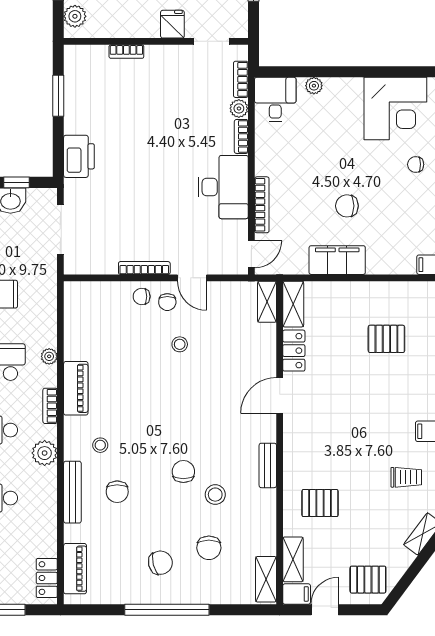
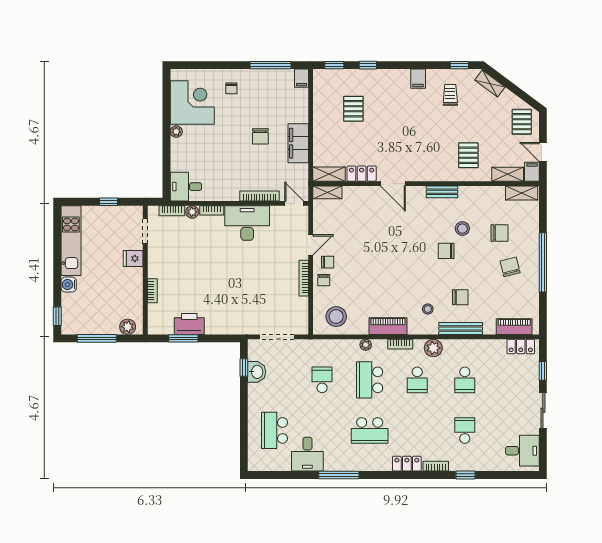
plant: (314, 86) -> (176, 132), moved
printer: (79, 156) -> (189, 324), moved
stool: (180, 344) -> (336, 317), moved, width x1.89, depth x1.89

